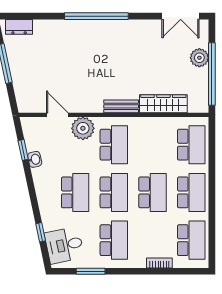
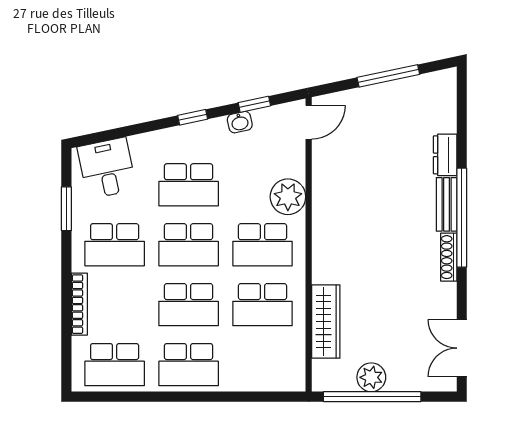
shoe rack: (122, 25) -> (449, 257), added
dresser: (19, 27) -> (445, 155), moved
plant: (199, 58) -> (371, 377), moved
bench: (121, 106) -> (447, 204), moved
door: (57, 115) -> (309, 122), moved
school desk: (191, 145) -> (262, 305), moved
window: (41, 232) -> (193, 117), moved
bookcase: (159, 263) -> (79, 304), width x1.56

